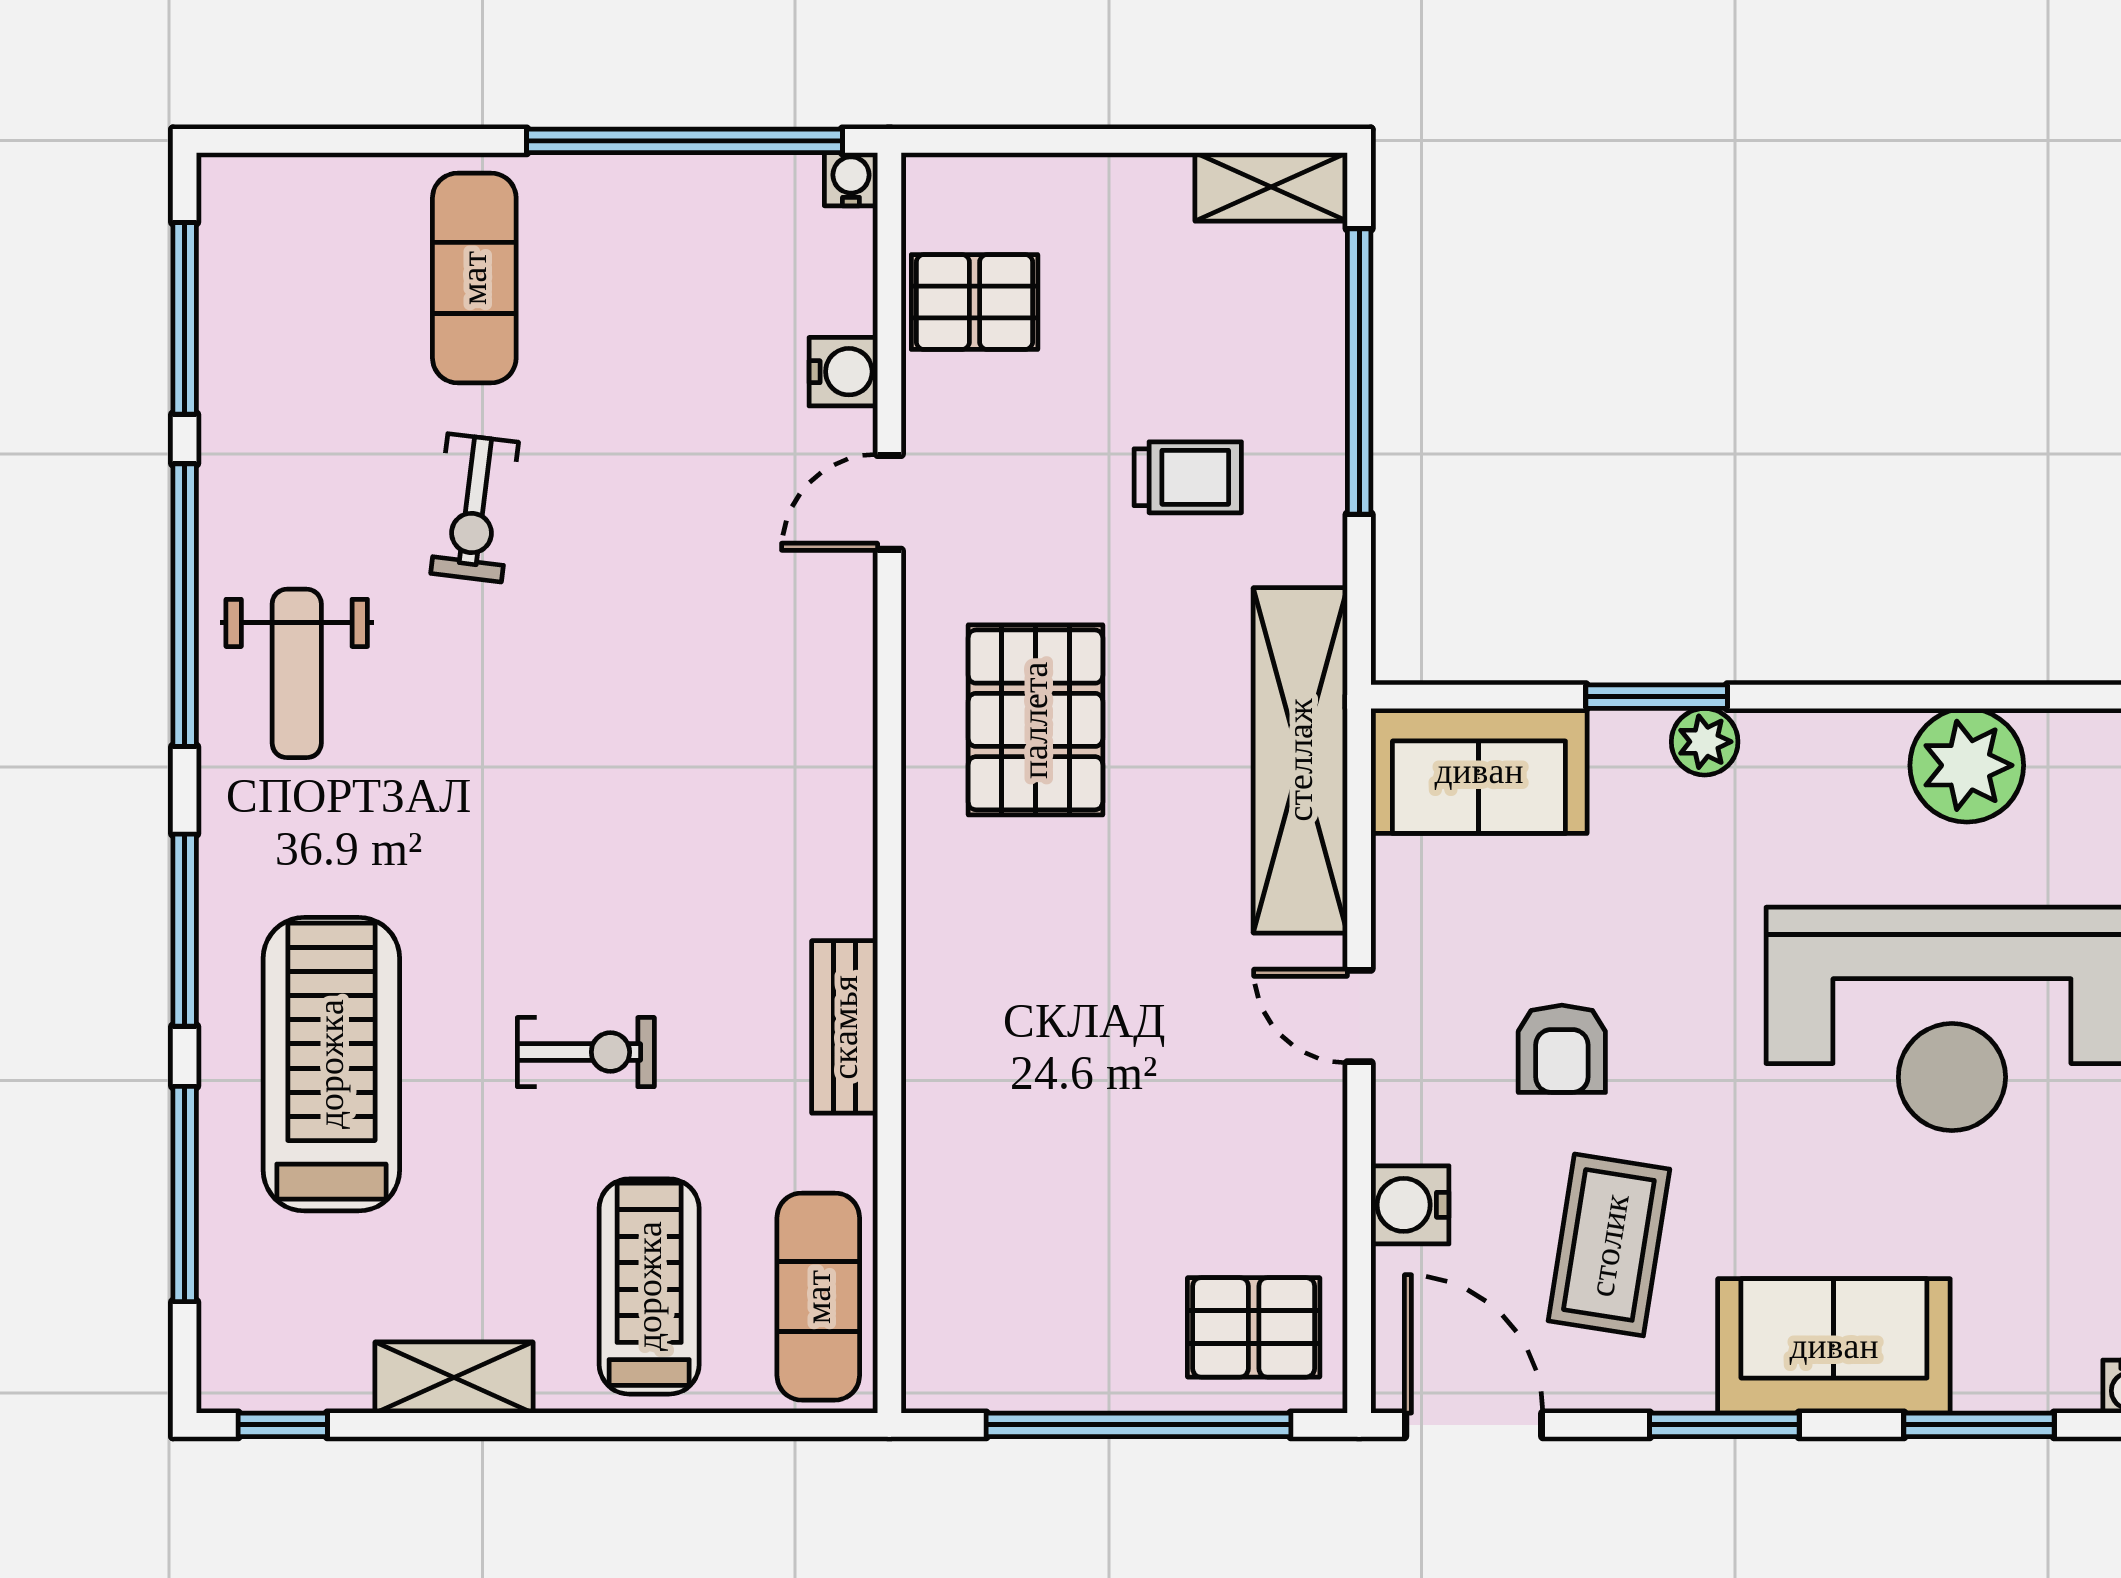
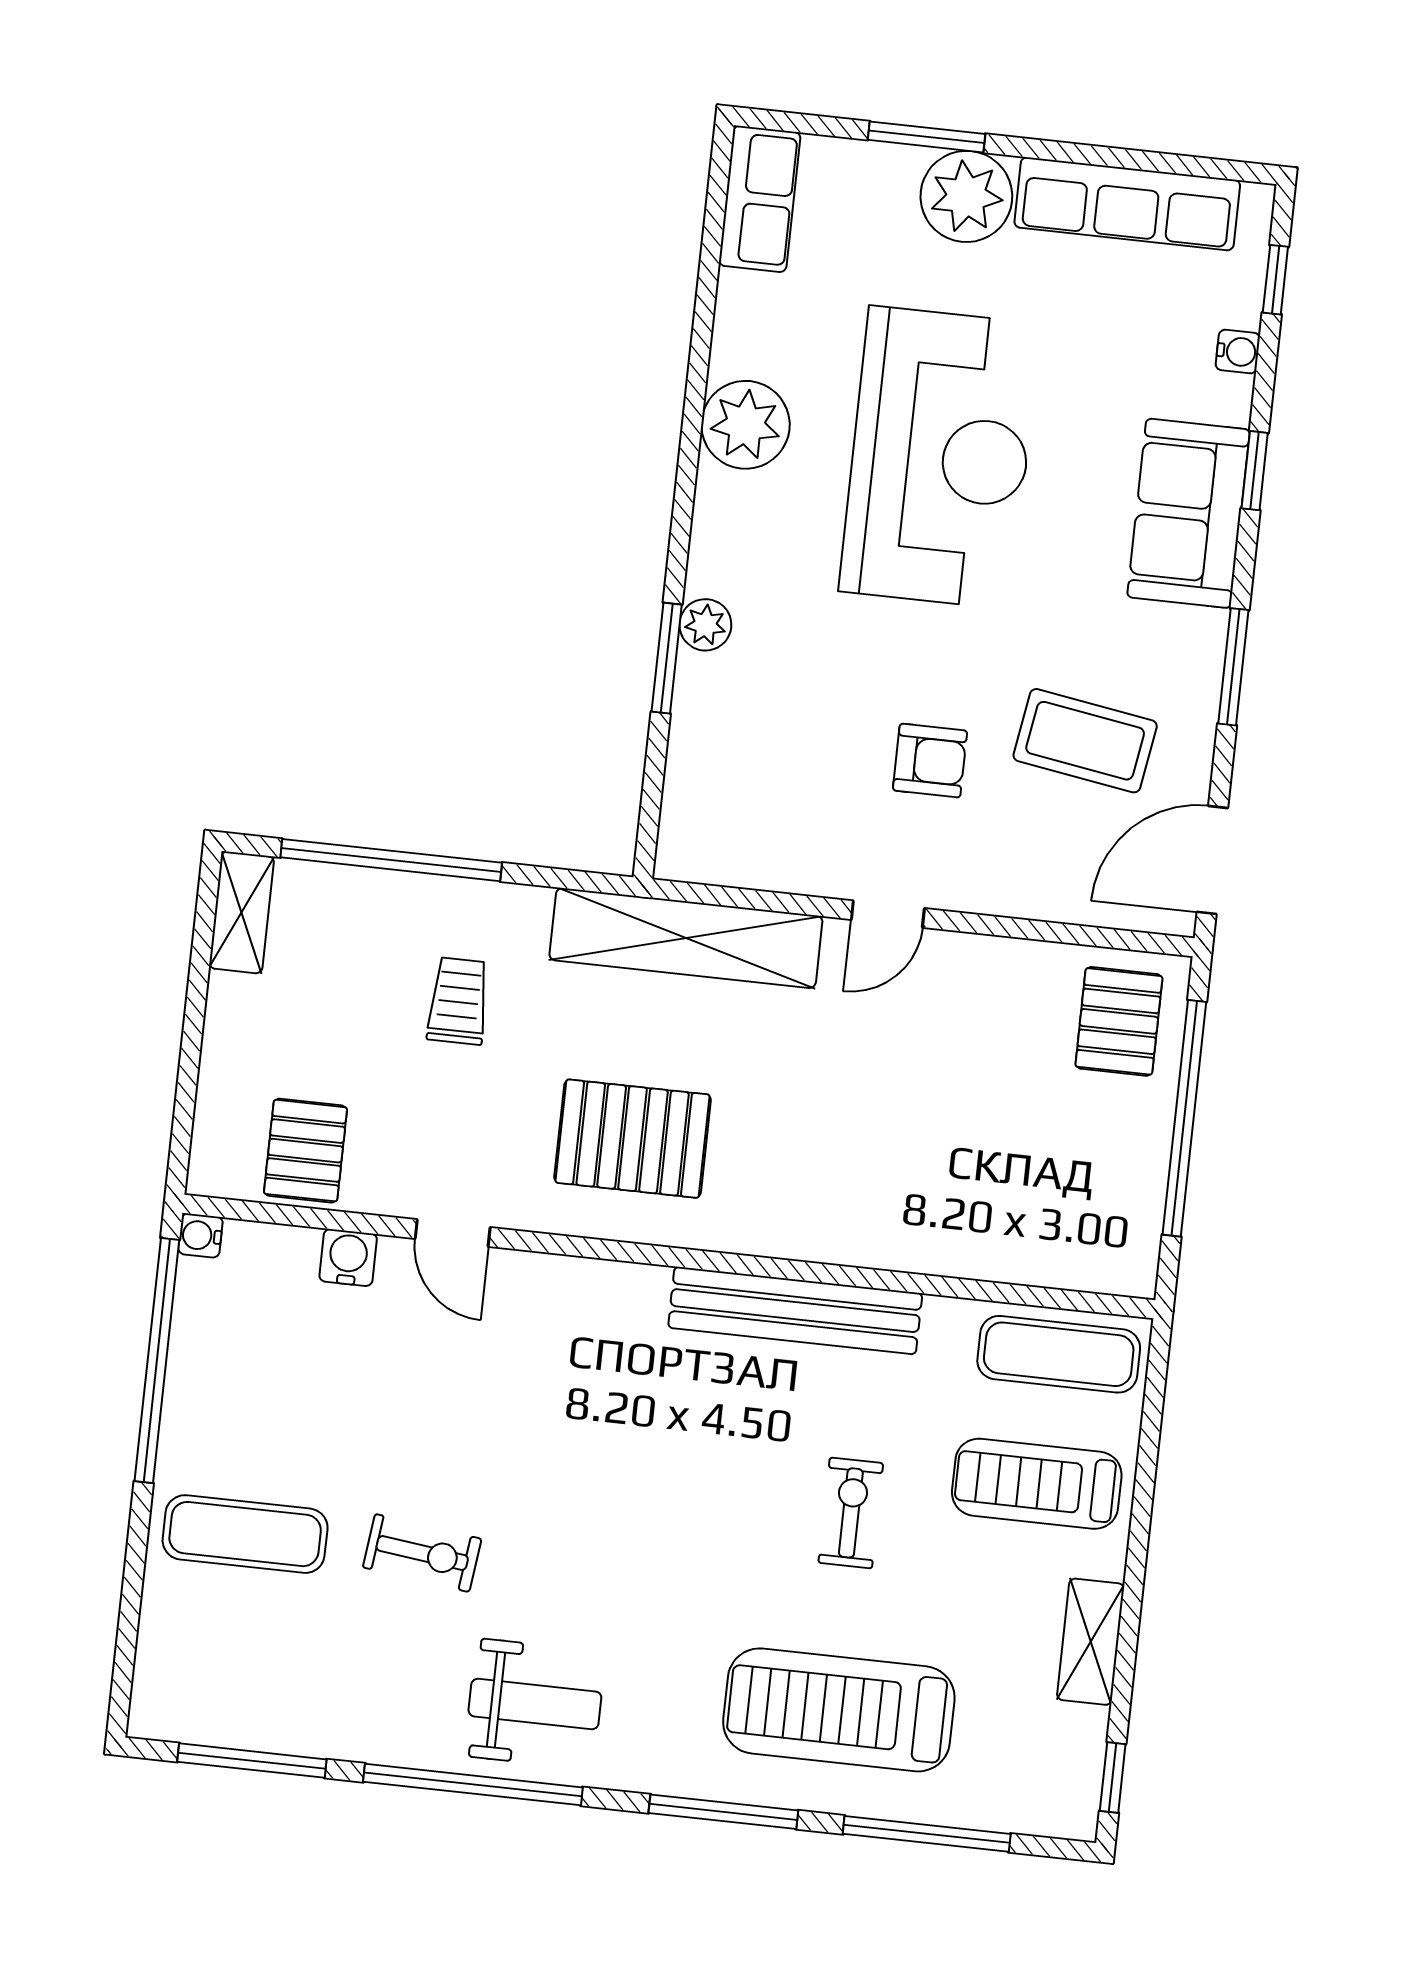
sofa: (1479, 771) -> (709, 801), removed
bench: (845, 1027) -> (795, 1311), width x1.86, depth x1.21
water cooler: (1410, 1205) -> (1038, 891), removed
sofa: (1834, 1346) -> (1188, 513), moved
window: (1979, 1425) -> (1255, 471), width x0.67

